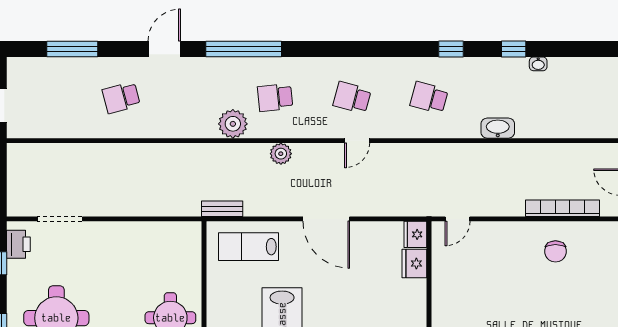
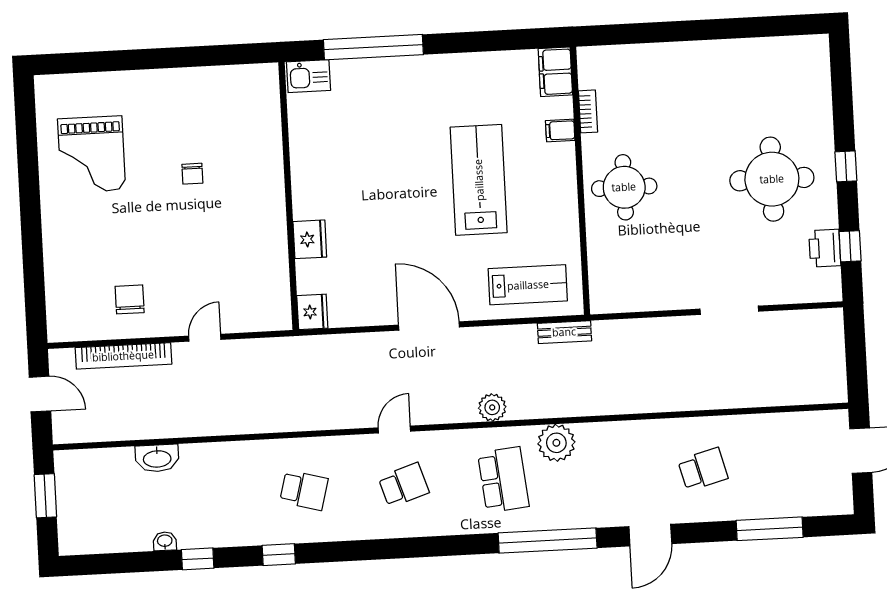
school desk: (275, 98) -> (503, 480), width x1.85
school desk: (352, 98) -> (404, 485), turned -33
washbasin: (498, 128) -> (157, 458), moved
doorway: (60, 219) -> (729, 310), moved
door: (457, 219) -> (205, 338), moved
printer: (18, 244) -> (825, 248), moved
fridge: (414, 263) -> (310, 239), moved

